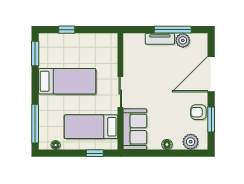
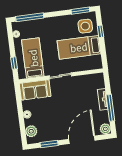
plant: (183, 40) -> (105, 129), moved
side table: (57, 50) -> (85, 26), added
door: (211, 74) -> (82, 140), hinge flipped
bed: (67, 81) -> (79, 47), moved, turned 90
armchair: (198, 112) -> (53, 134), removed

